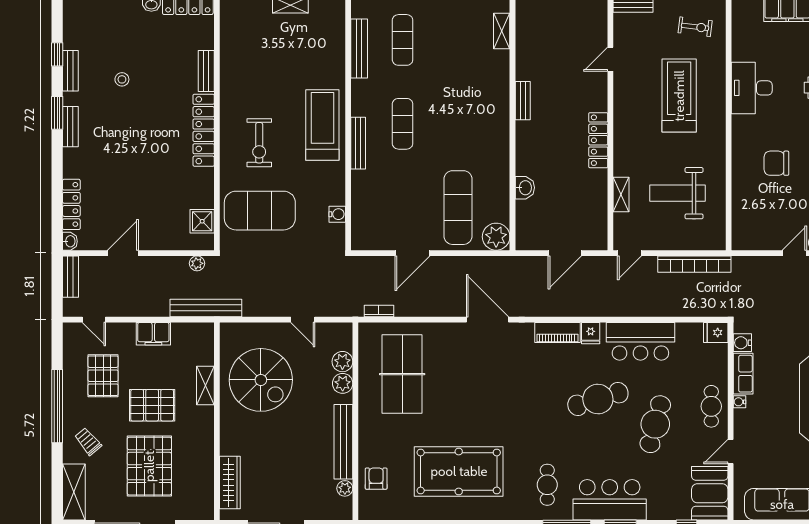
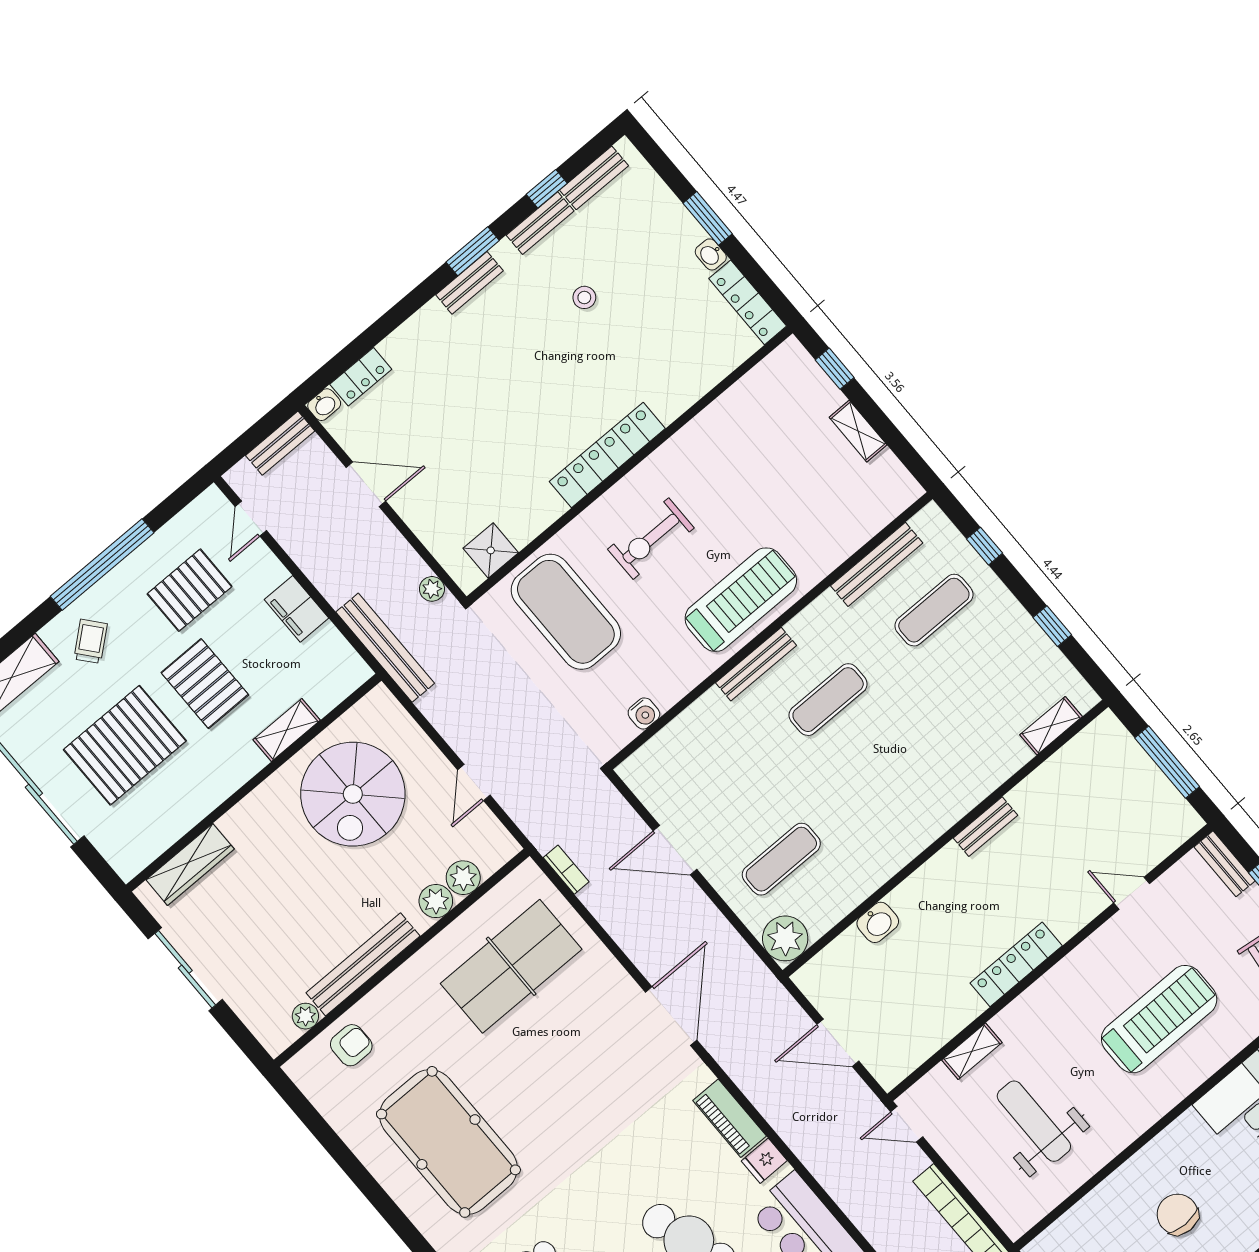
bench: (206, 71) -> (594, 178), moved
locker: (71, 204) -> (361, 377), width x0.66
exercise mat: (458, 208) -> (781, 859), width x0.73, depth x0.69

